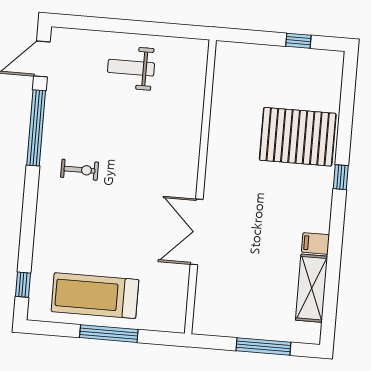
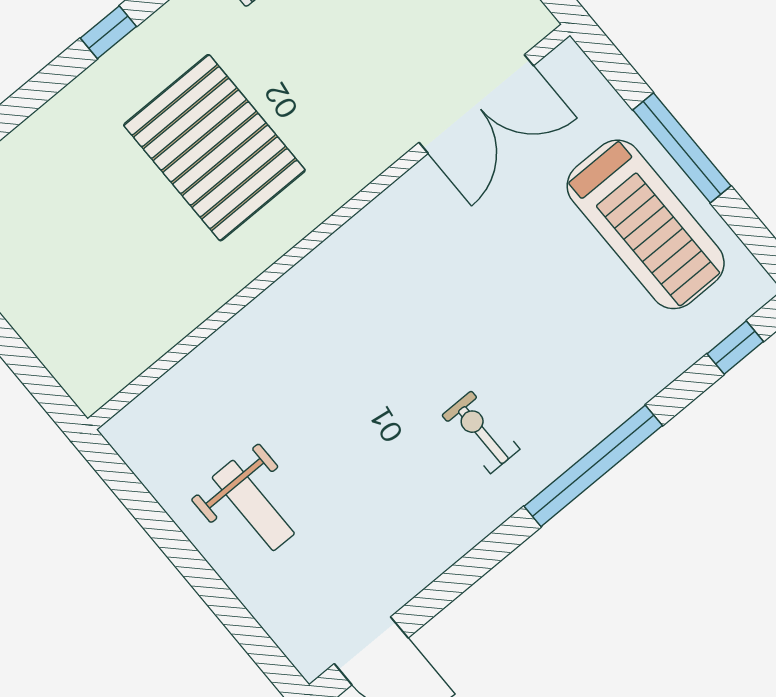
window: (36, 128) -> (593, 466), moved
pallet: (298, 137) -> (214, 148), moved
double door: (197, 232) -> (476, 104), moved

